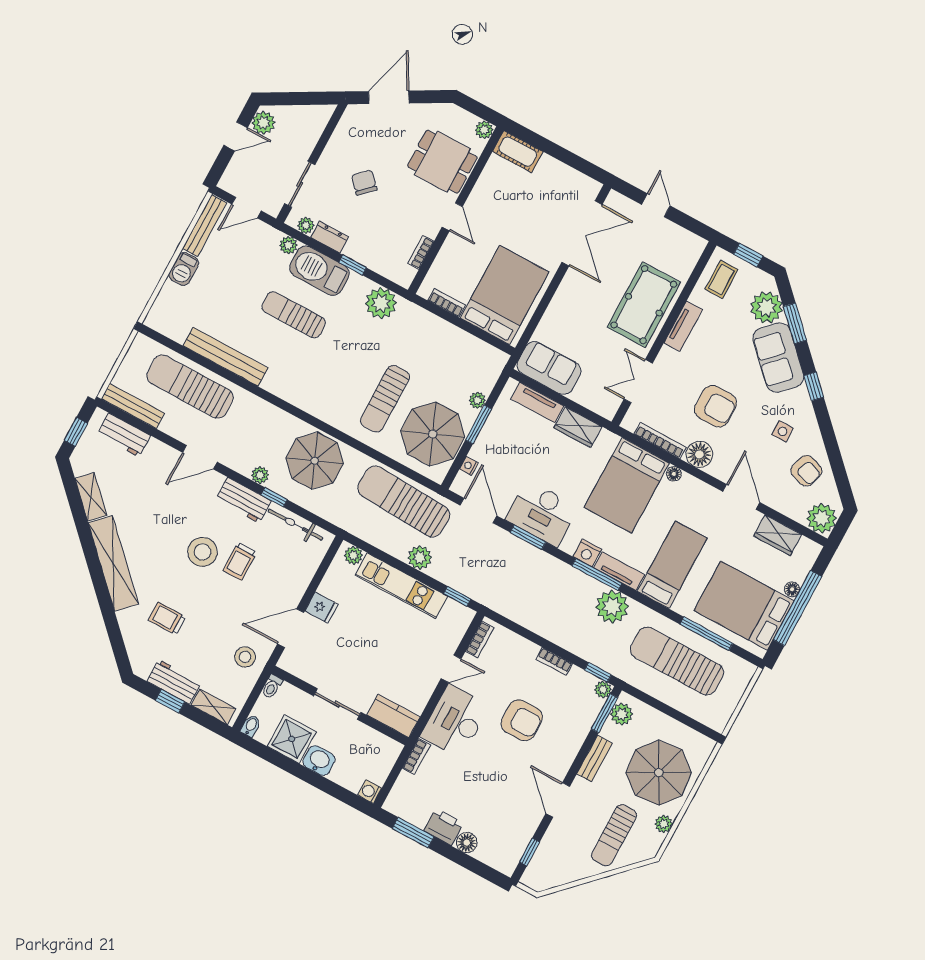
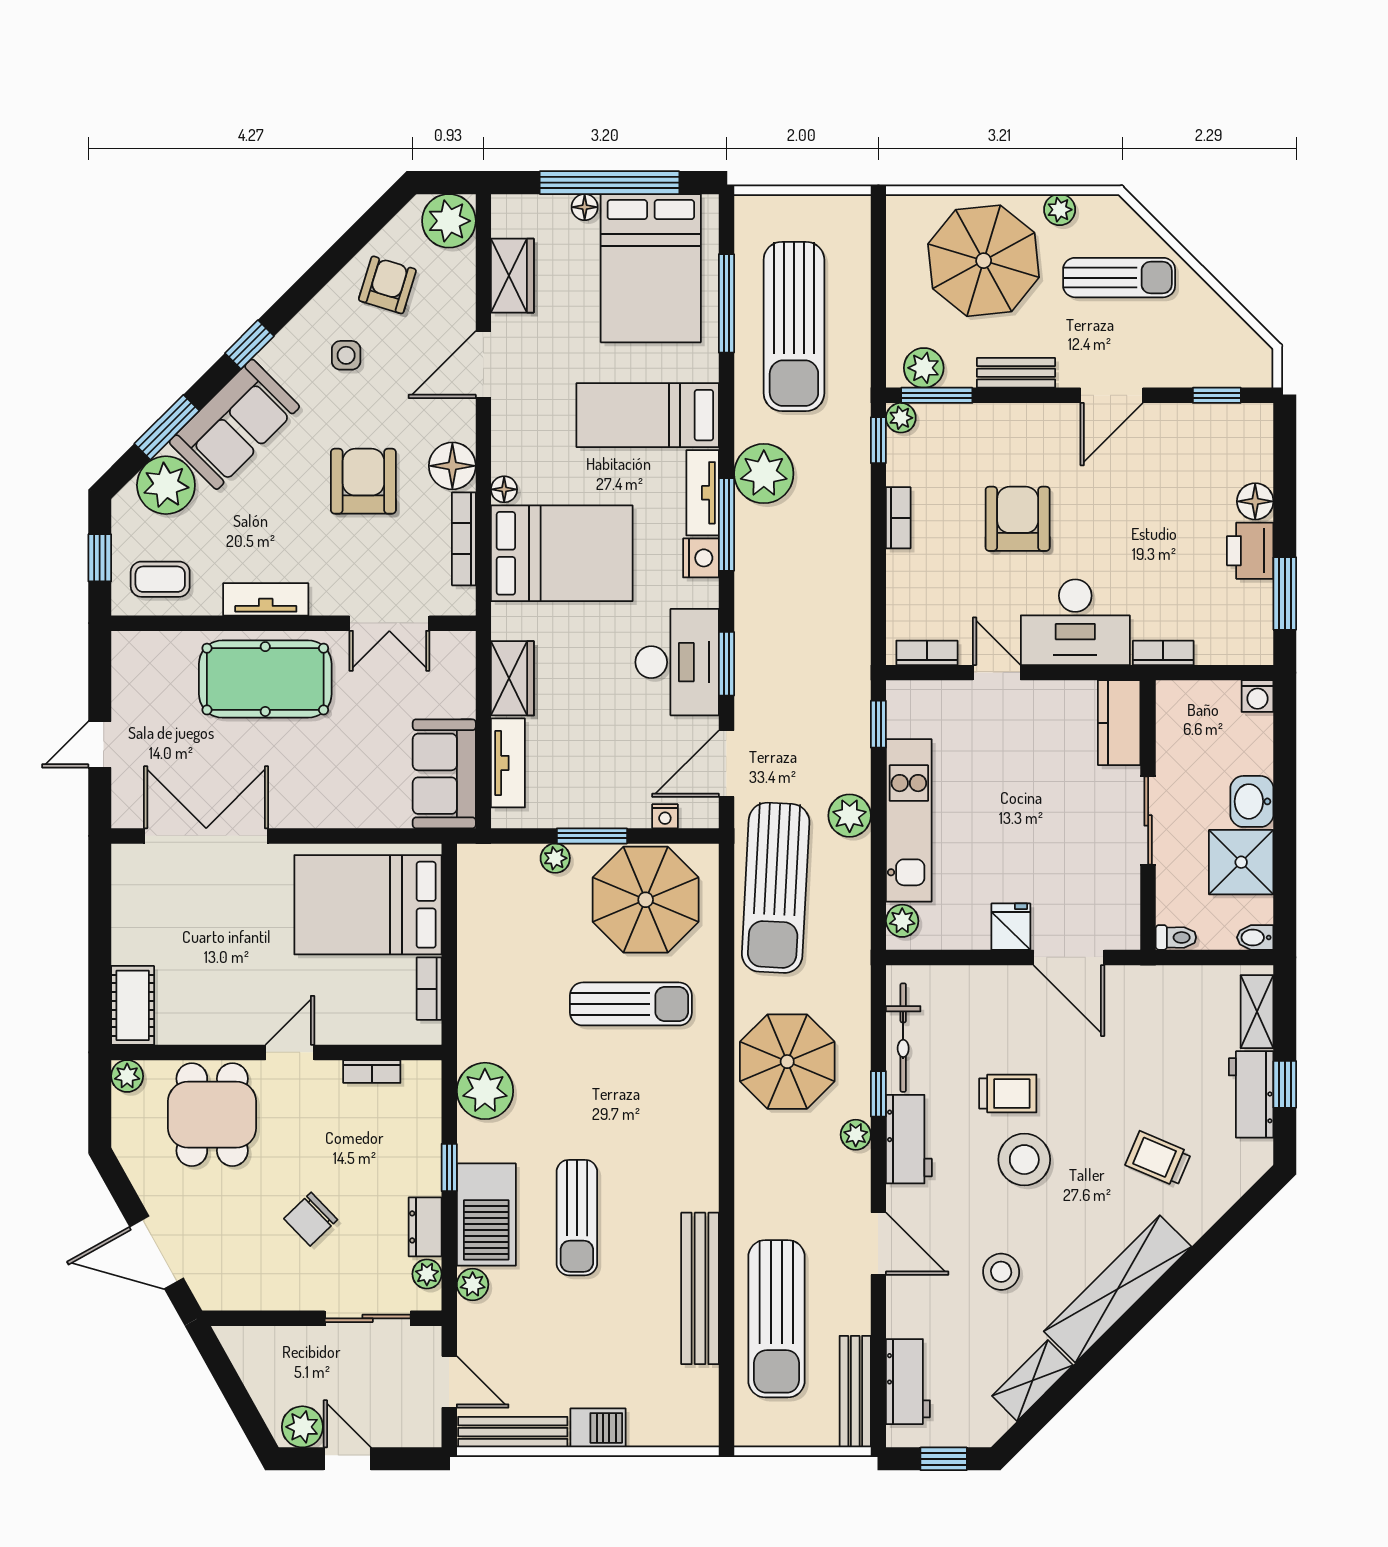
trolley: (167, 618) -> (1158, 1159), turned 113
stool: (245, 657) -> (1001, 1272), moved

